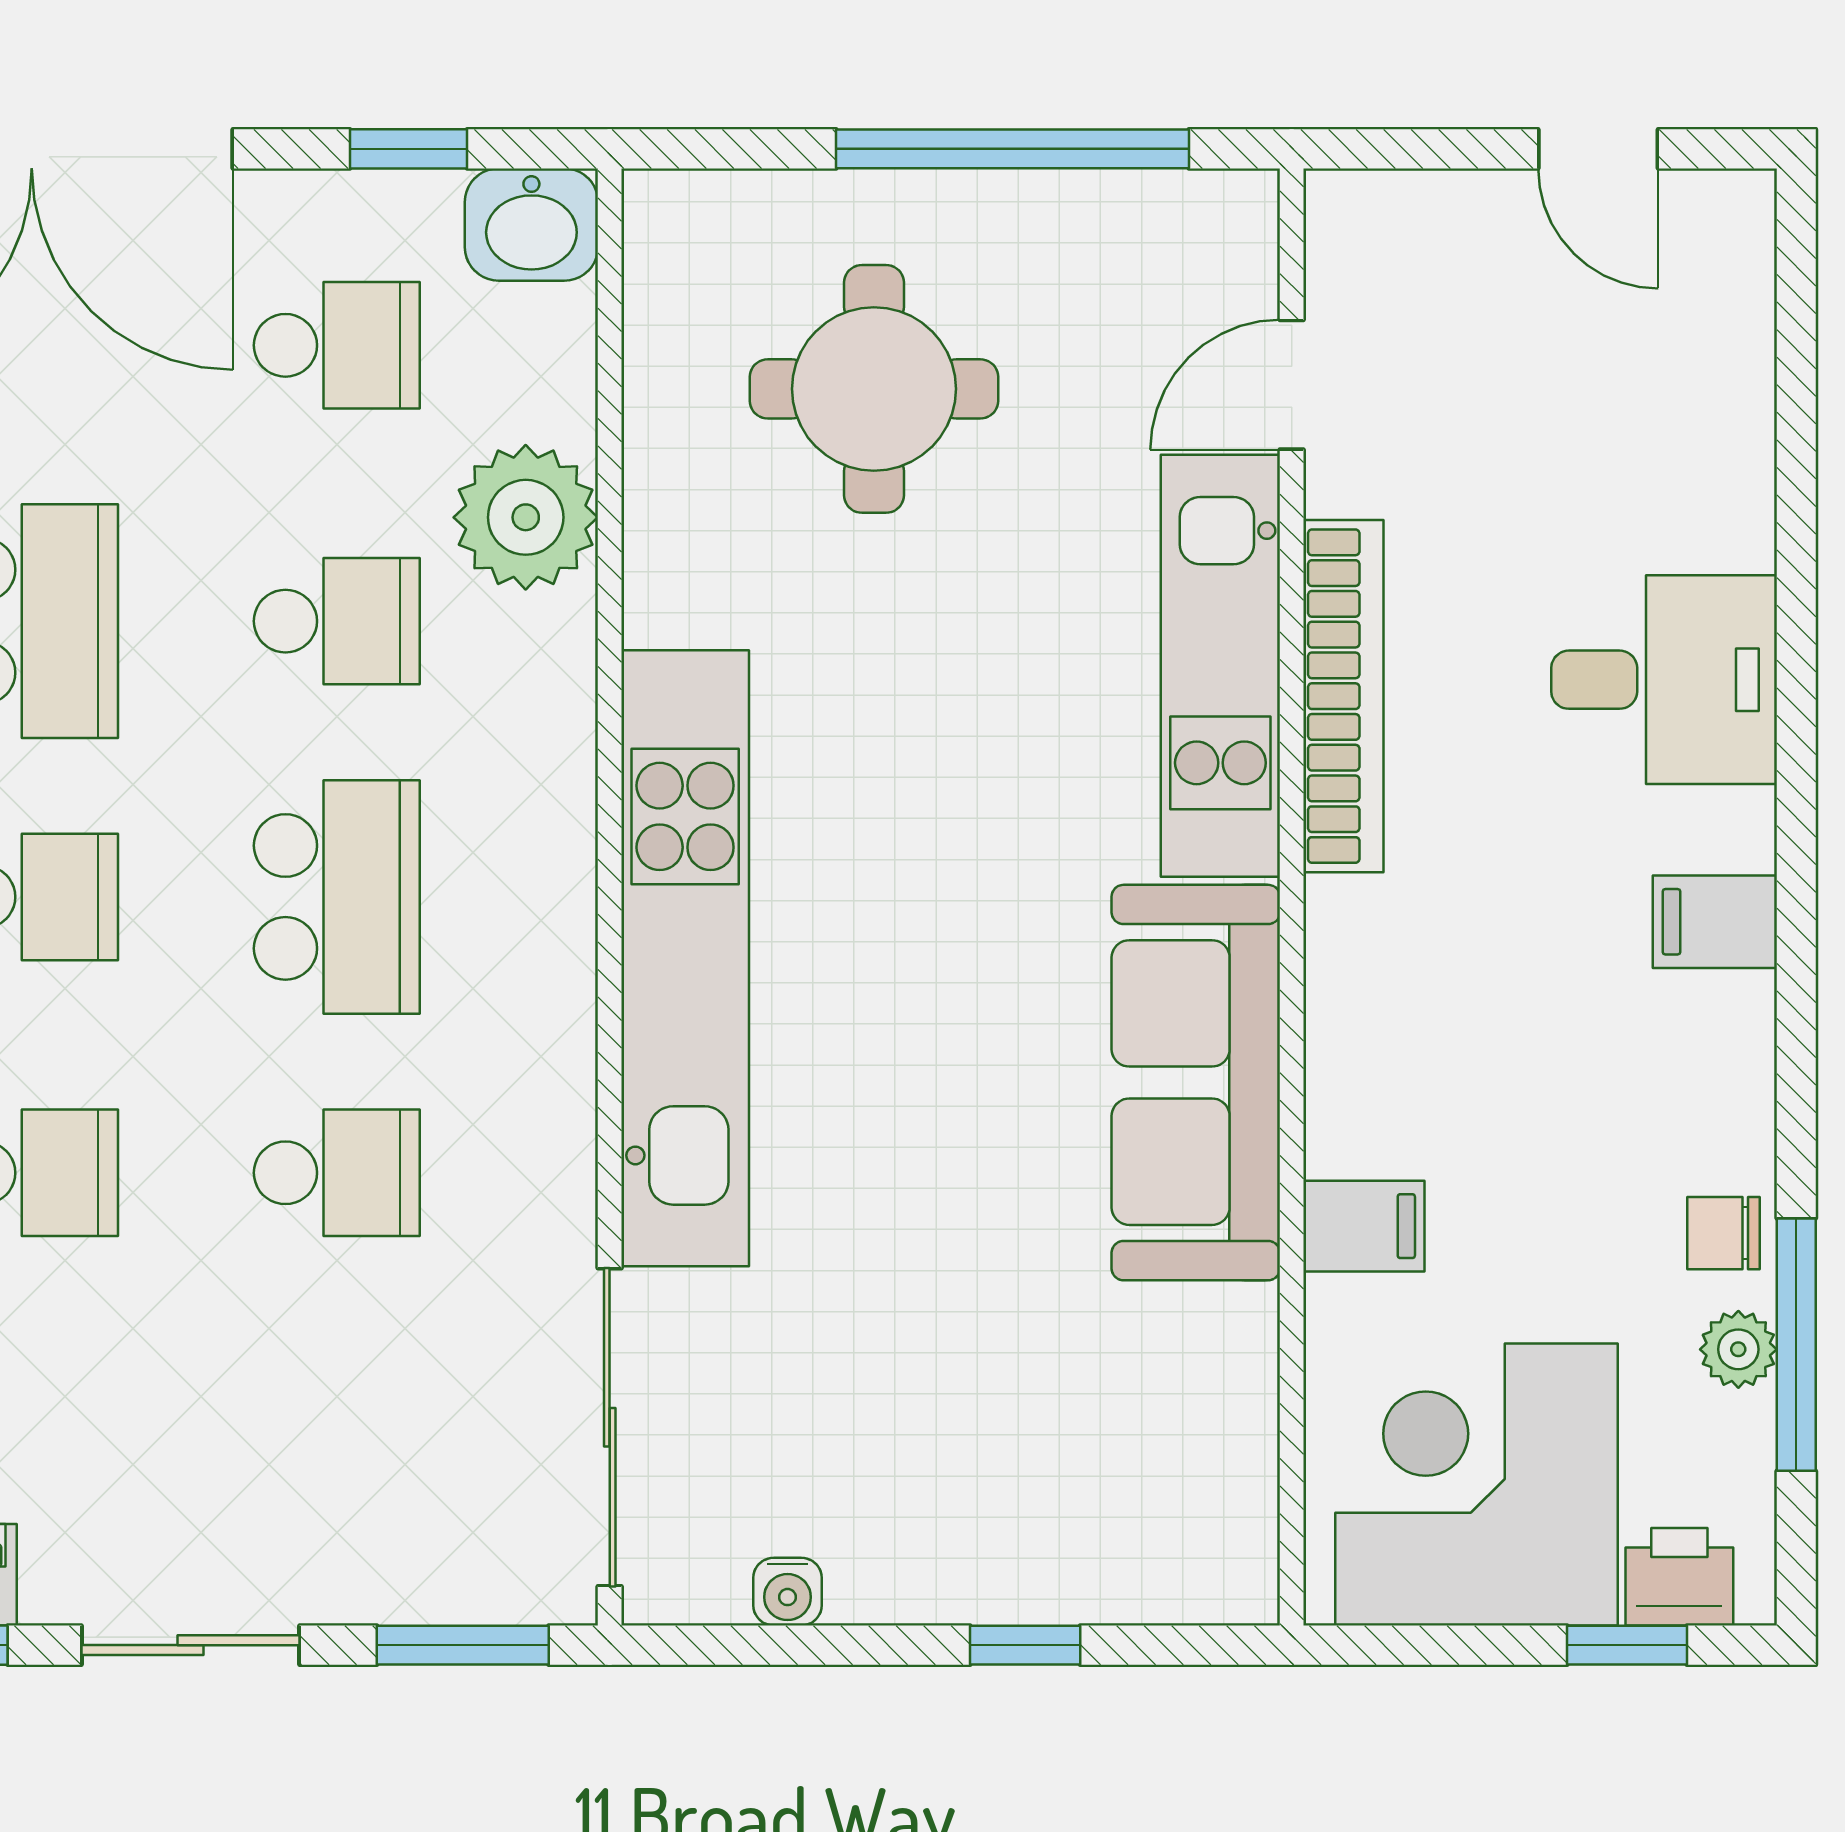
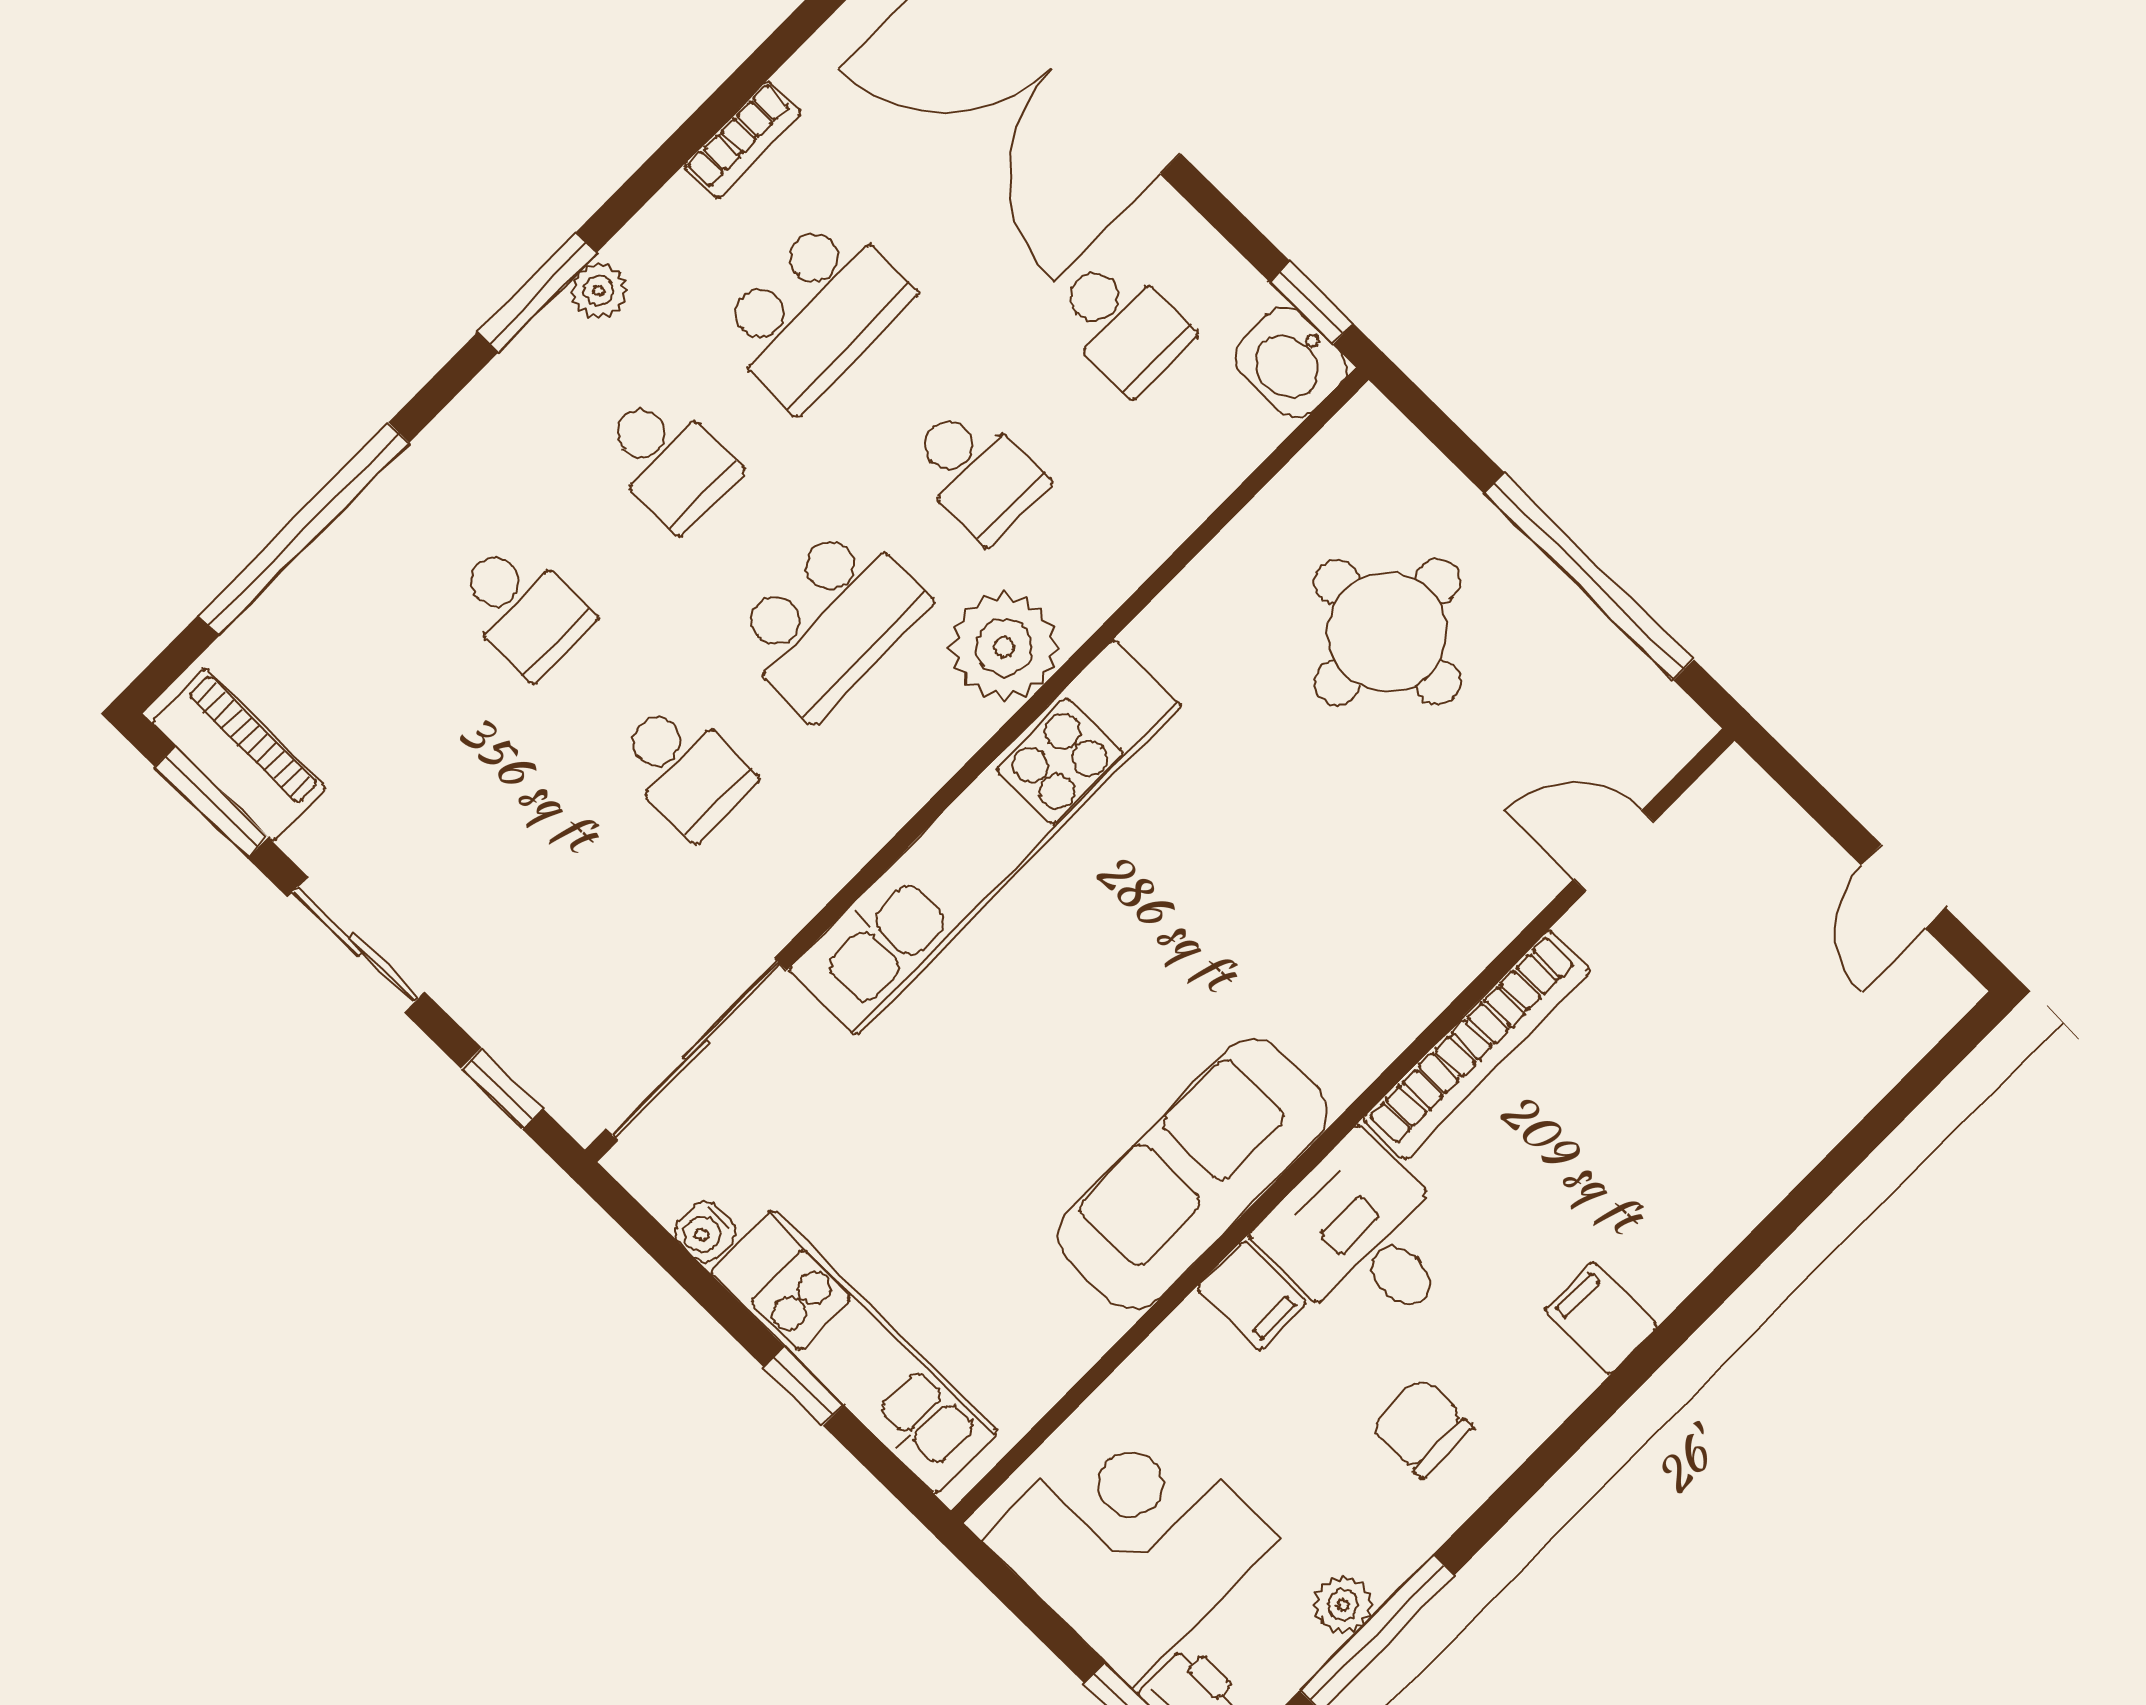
window: (409, 149) -> (1312, 303), moved
plant: (526, 517) -> (1004, 647), moved
kitchen unit: (1220, 666) -> (854, 1352), moved, turned 90
desk: (1664, 680) -> (1363, 1239), moved, turned 180
filing cabinet: (1715, 922) -> (1601, 1318), moved
filing cabinet: (1364, 1226) -> (1252, 1296), moved
chair: (1724, 1233) -> (1422, 1428), moved, width x1.37, depth x1.37
window: (463, 1645) -> (502, 1089), width x0.67

